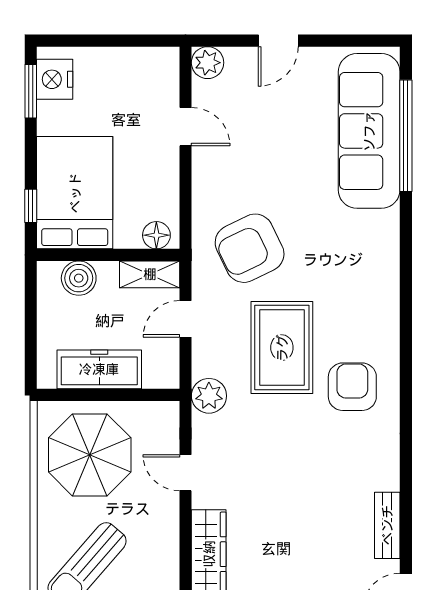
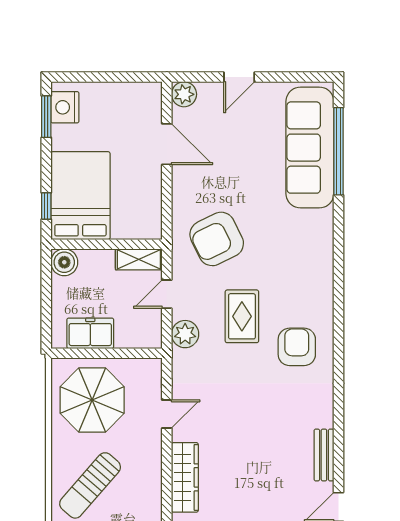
door: (186, 127) -> (167, 144), width x1.38
floor lamp: (156, 235) -> (144, 229), removed
boiler: (79, 278) -> (64, 262), moved
rug: (282, 348) -> (242, 316), width x0.73, depth x0.70
freezer: (99, 369) -> (90, 333), width x0.71
plant: (209, 396) -> (185, 334), moved
door: (186, 473) -> (167, 414), swing flipped

